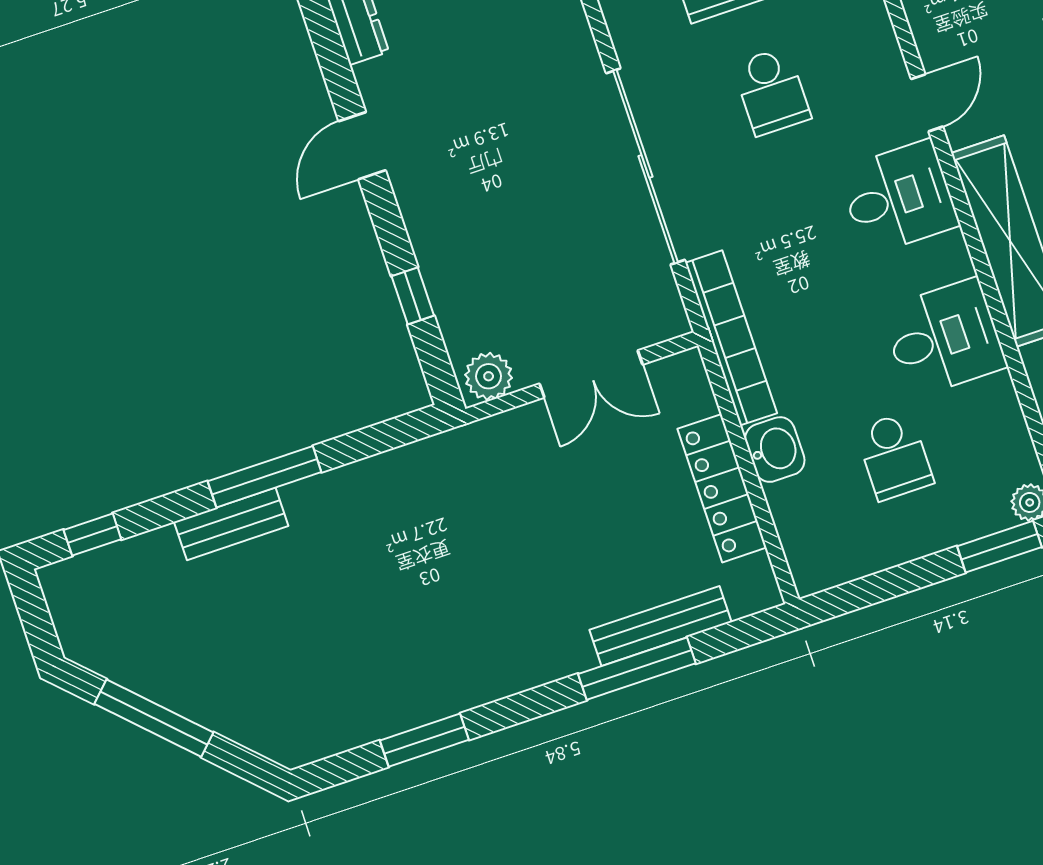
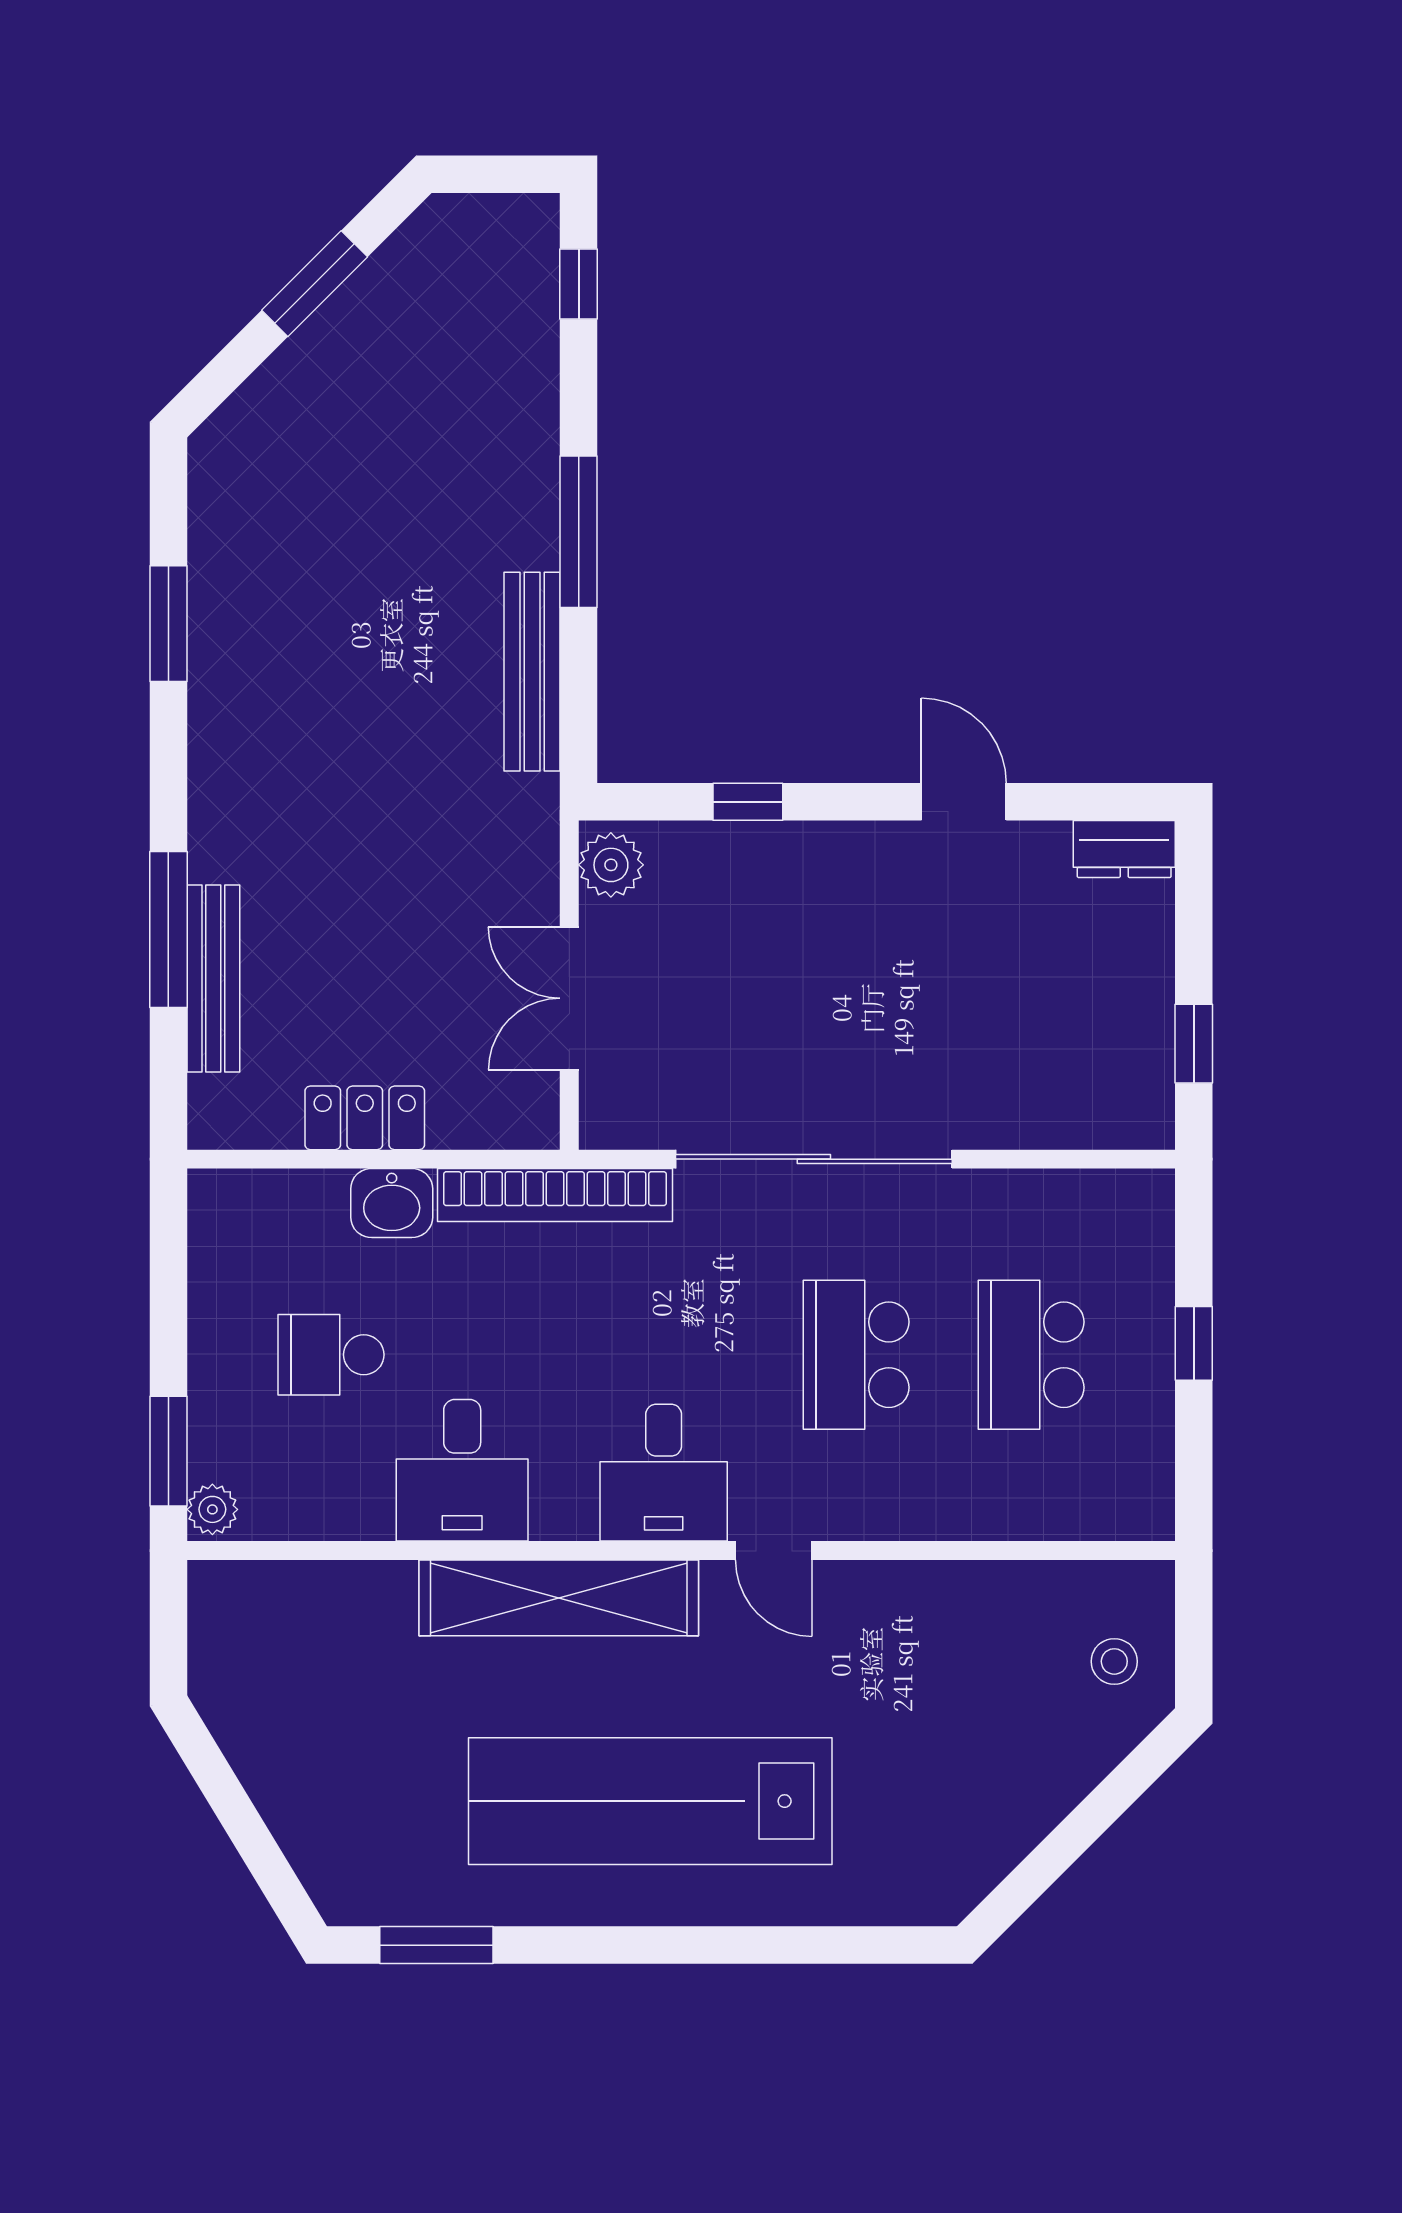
school desk: (772, 91) -> (856, 1355), width x1.85
locker: (722, 488) -> (365, 1118), width x0.66
bench: (231, 524) -> (532, 672), moved, width x1.36
window: (154, 718) -> (315, 284), width x0.69

